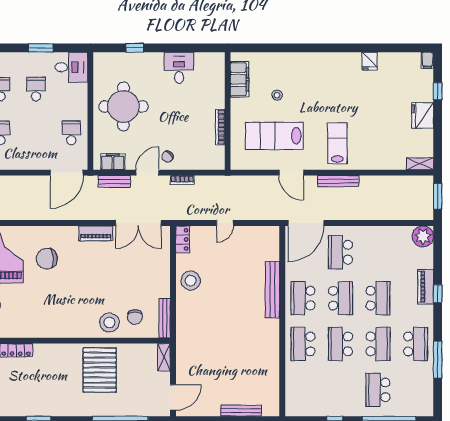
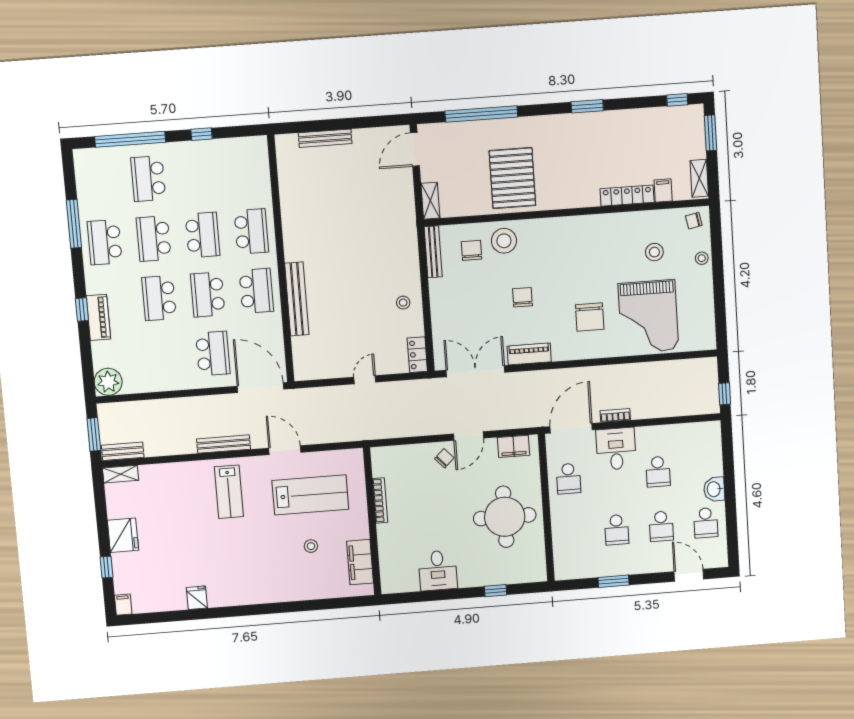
desk: (71, 67) -> (616, 449), moved, turned 90
bookcase: (182, 180) -> (615, 415), moved
bench: (114, 181) -> (123, 451), moved
door: (306, 223) -> (260, 388), hinge flipped
chair: (47, 259) -> (590, 317), turned 95
chair: (98, 278) -> (522, 297), added
stool: (191, 281) -> (403, 303), width x0.53, depth x0.53
school desk: (378, 390) -> (148, 179), turned 180

